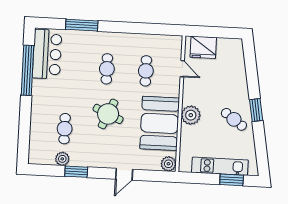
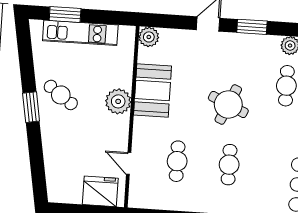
booth: (160, 123) -> (152, 91), width x0.73, depth x0.70
window: (76, 172) -> (252, 27), moved

